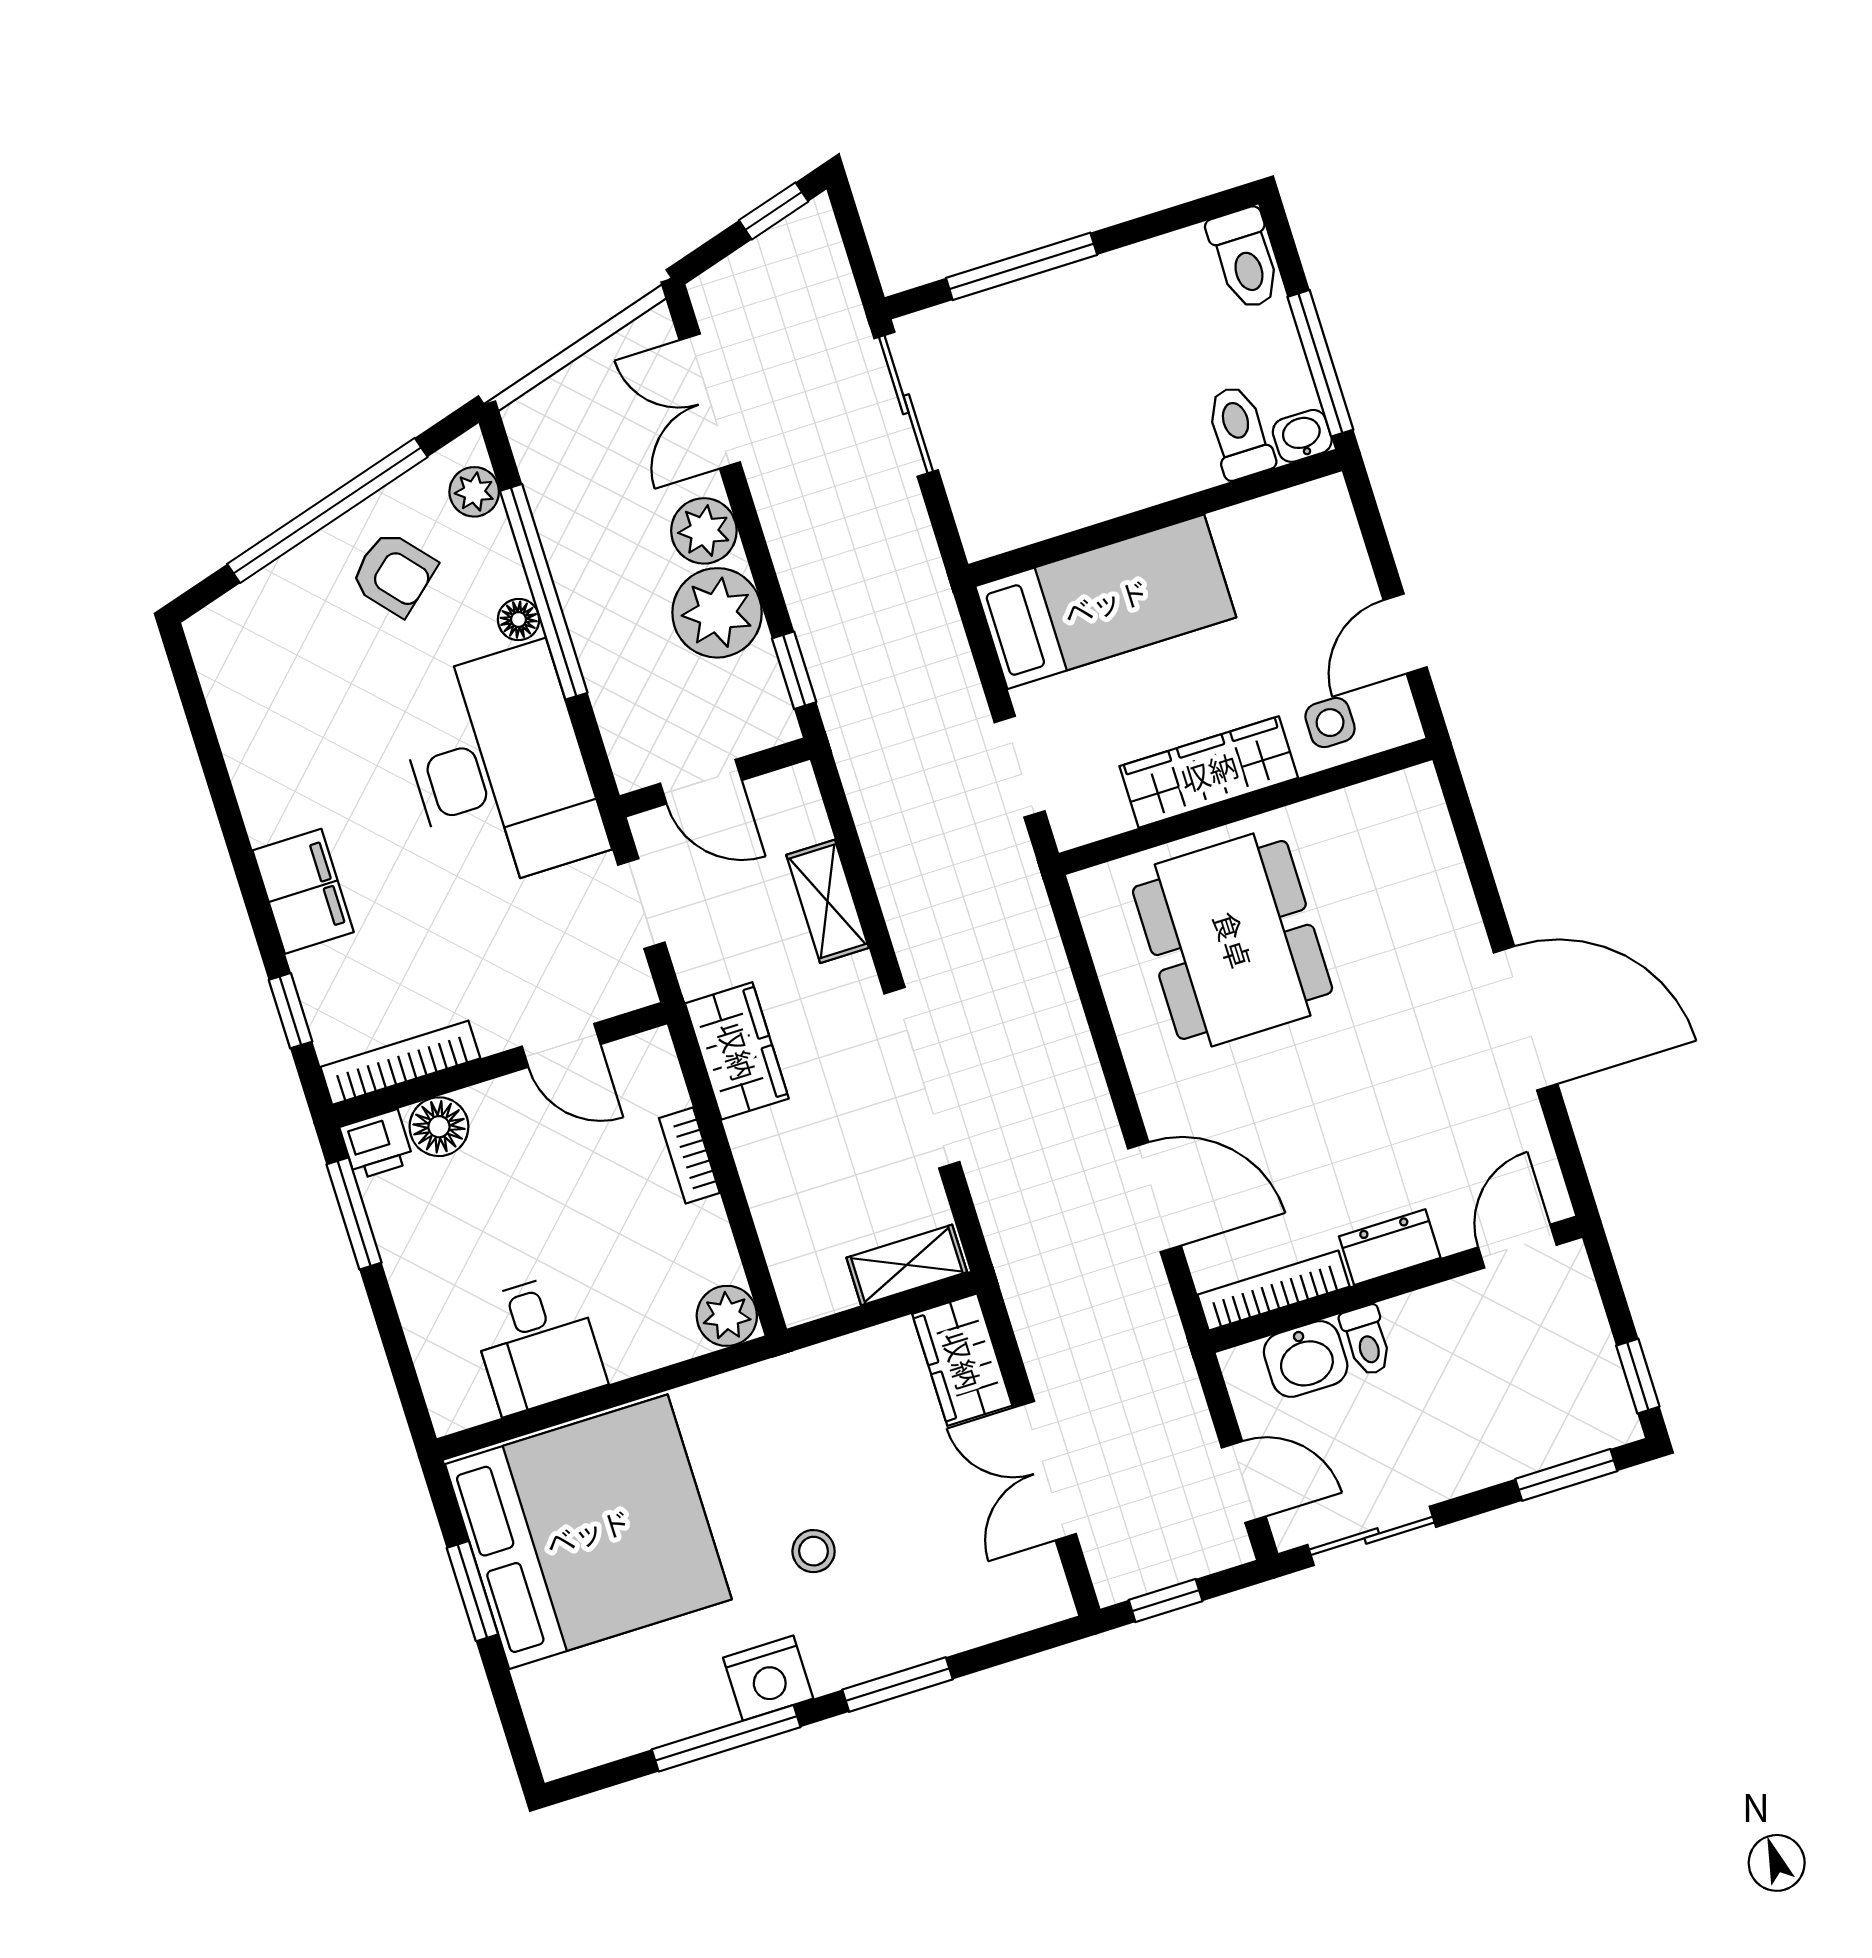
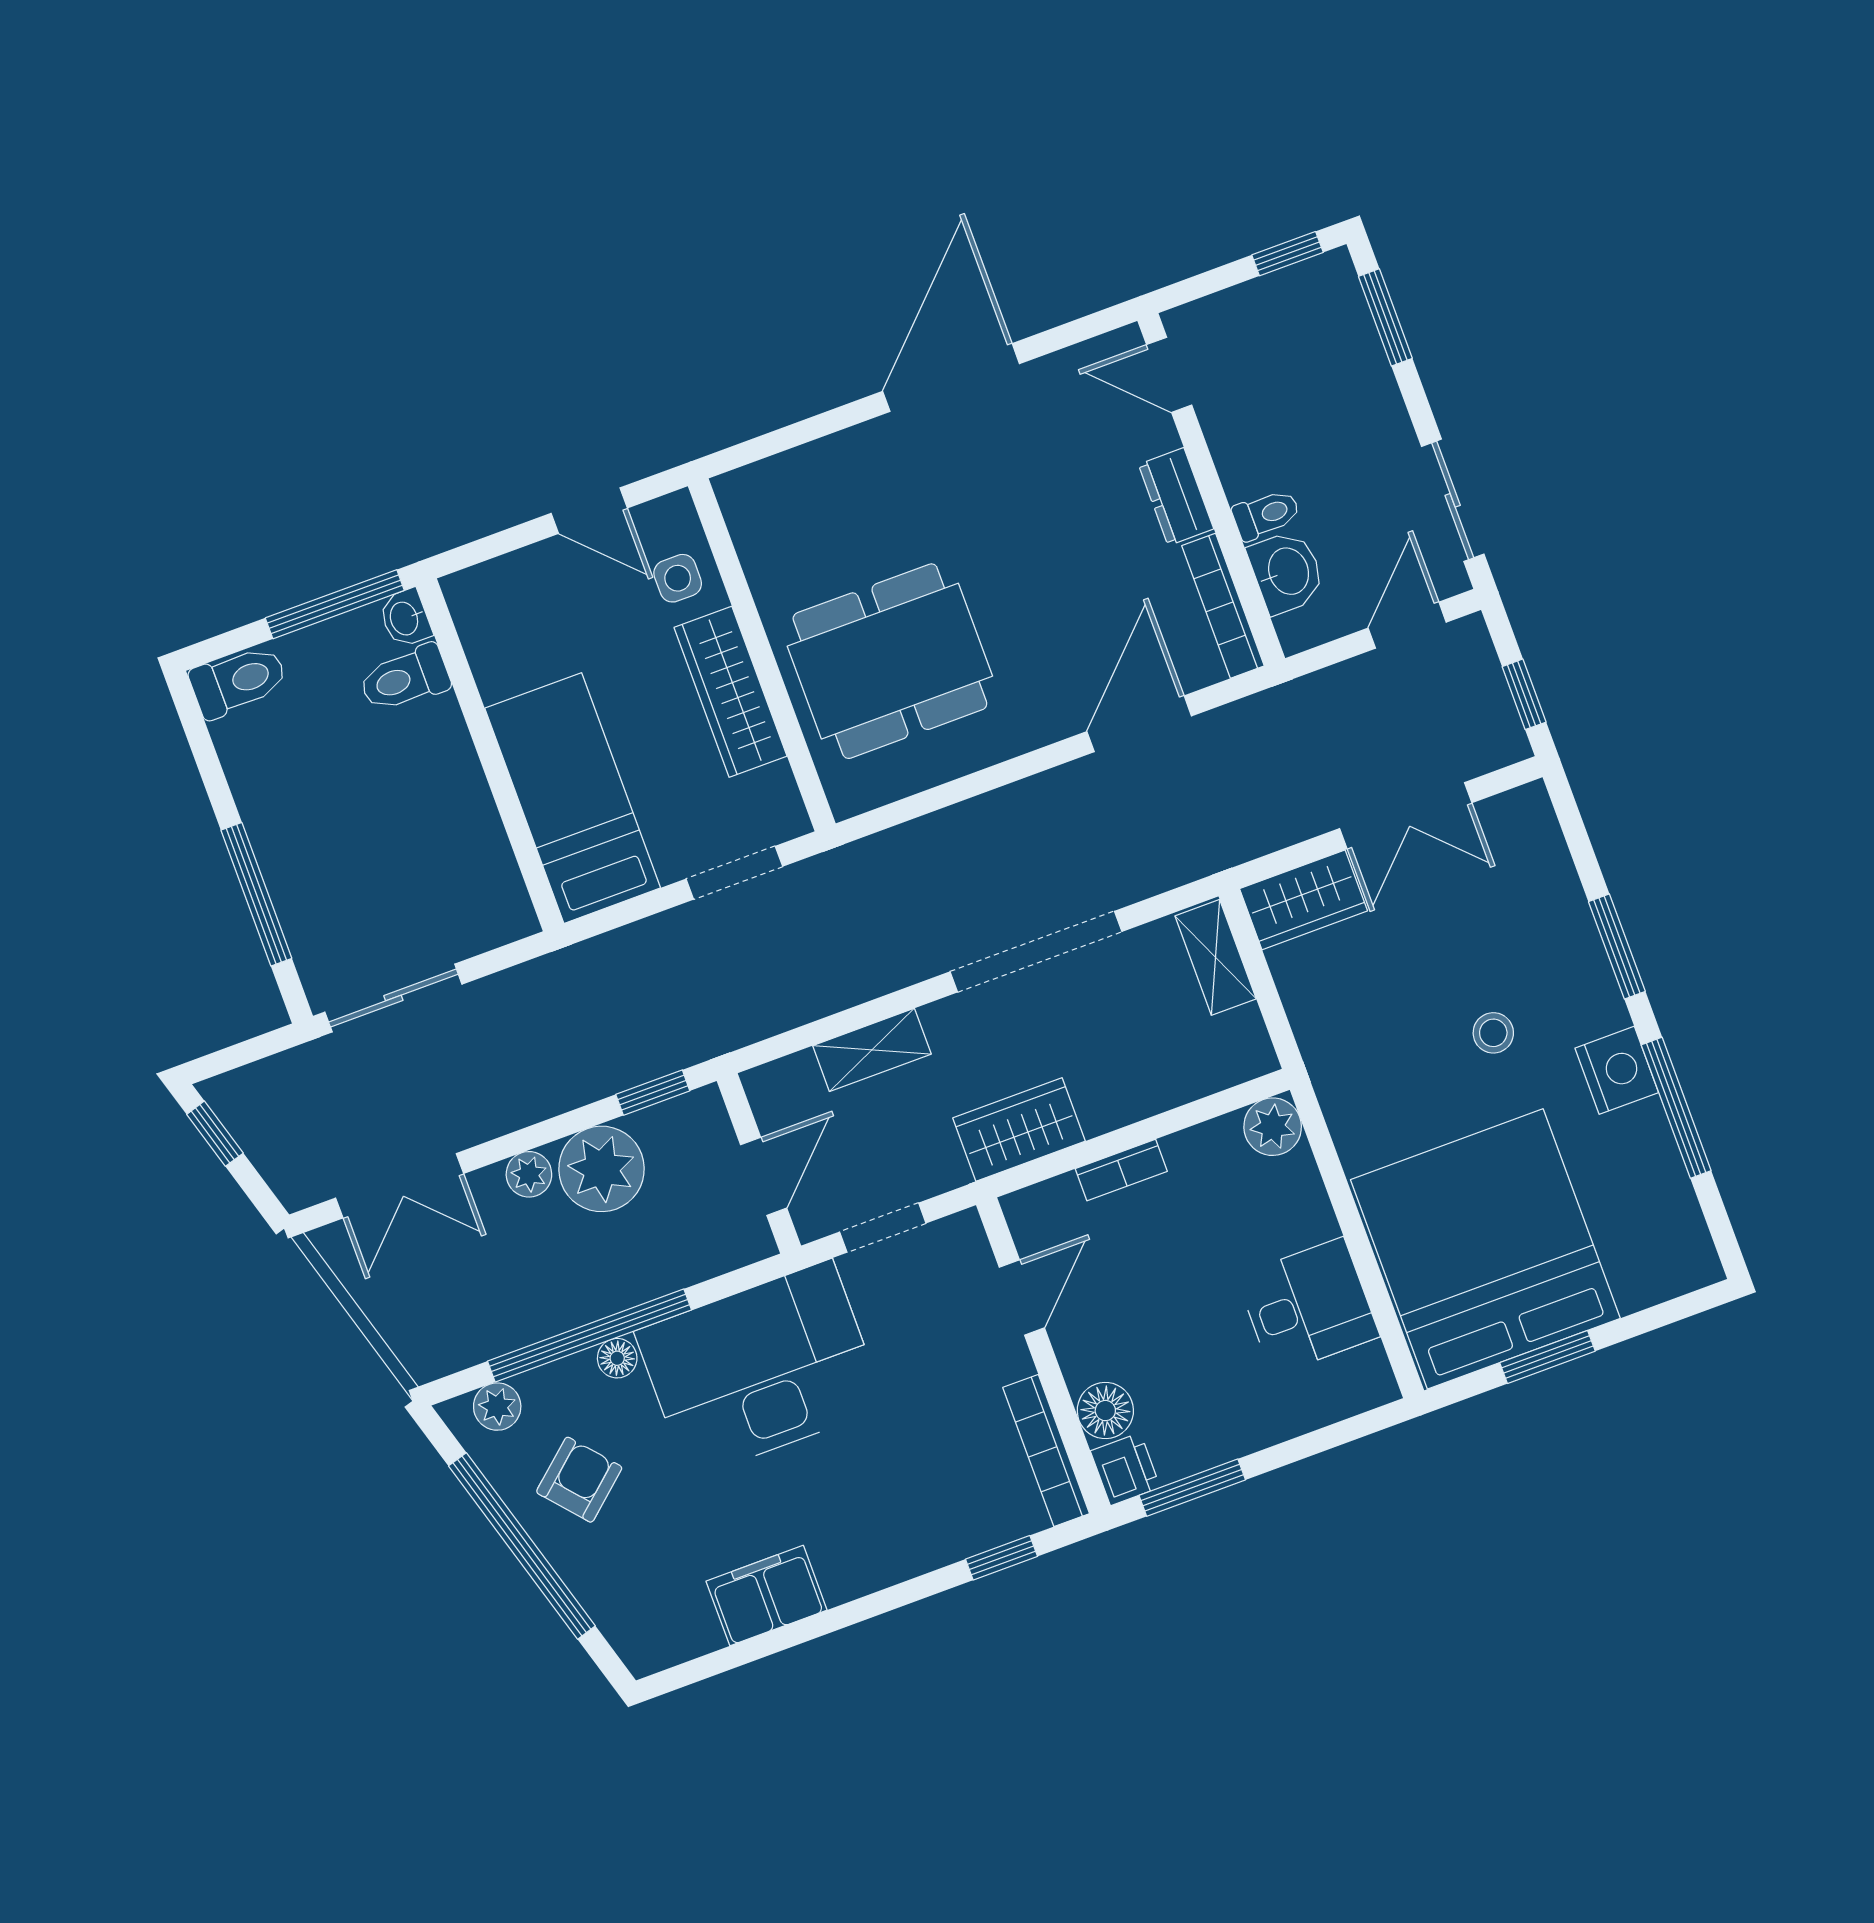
plant: (704, 531) -> (529, 1174), width x0.73, depth x0.73
filing cabinet: (303, 891) -> (767, 1596), moved

